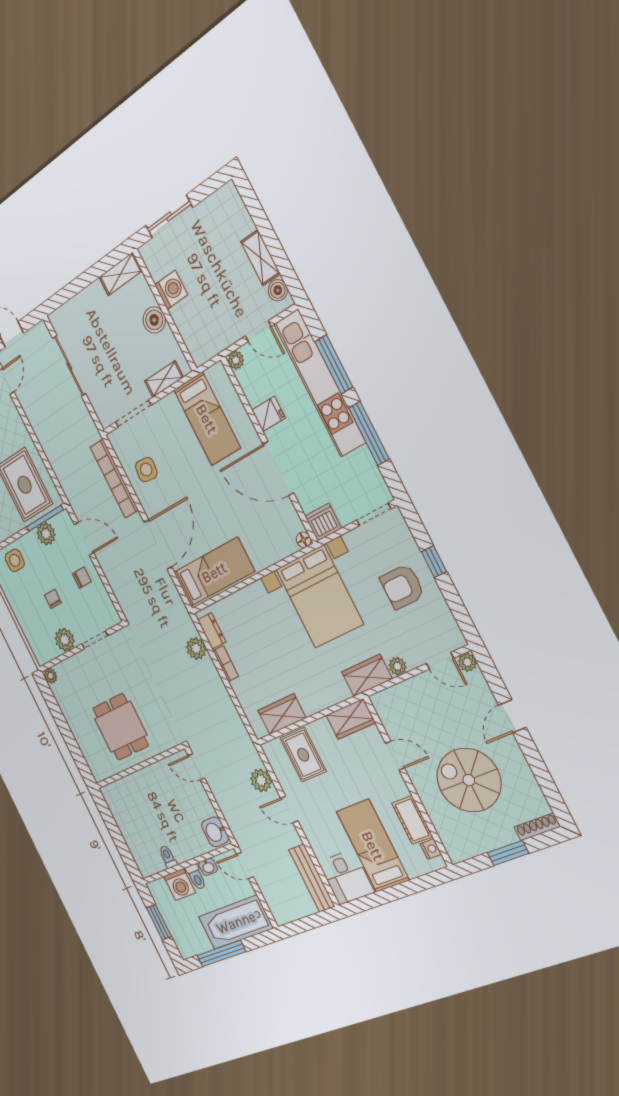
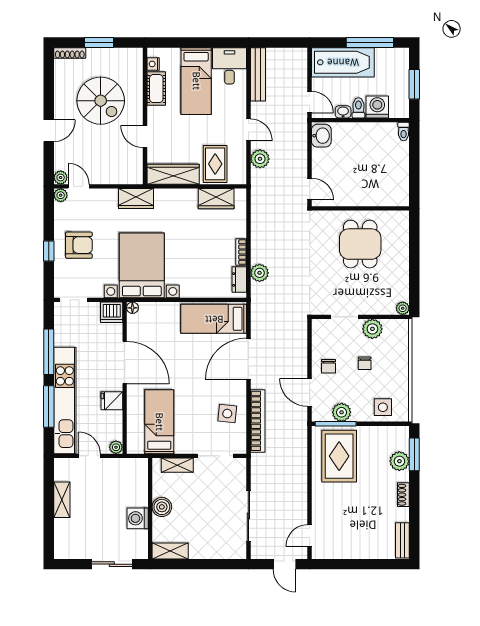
boiler: (278, 290) -> (61, 473), removed
chair: (82, 578) -> (328, 366), turned -90
plant: (398, 666) -> (61, 195), moved
wardrobe: (351, 719) -> (173, 174), width x1.50
toilet: (168, 857) -> (404, 132), moved

